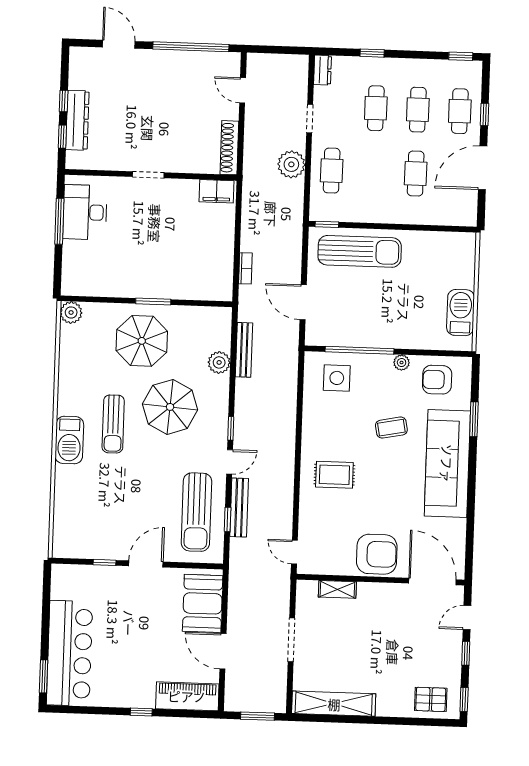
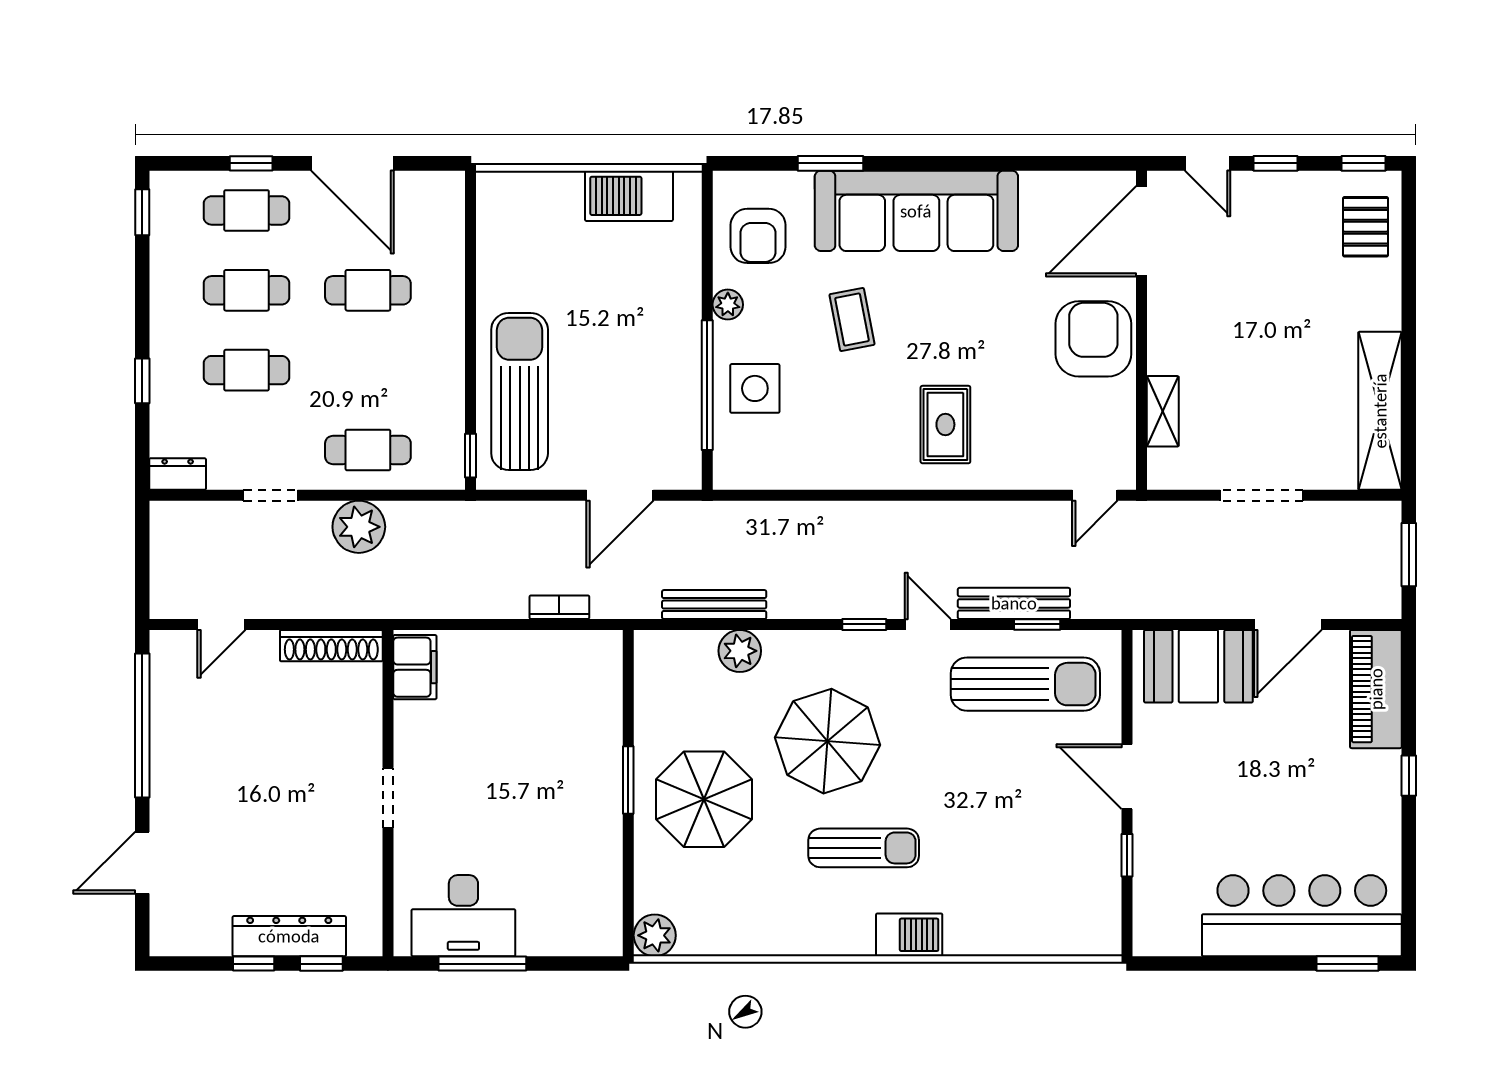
side table: (337, 378) -> (755, 388), moved
barbecue: (69, 440) -> (909, 935), width x0.73, depth x0.83

